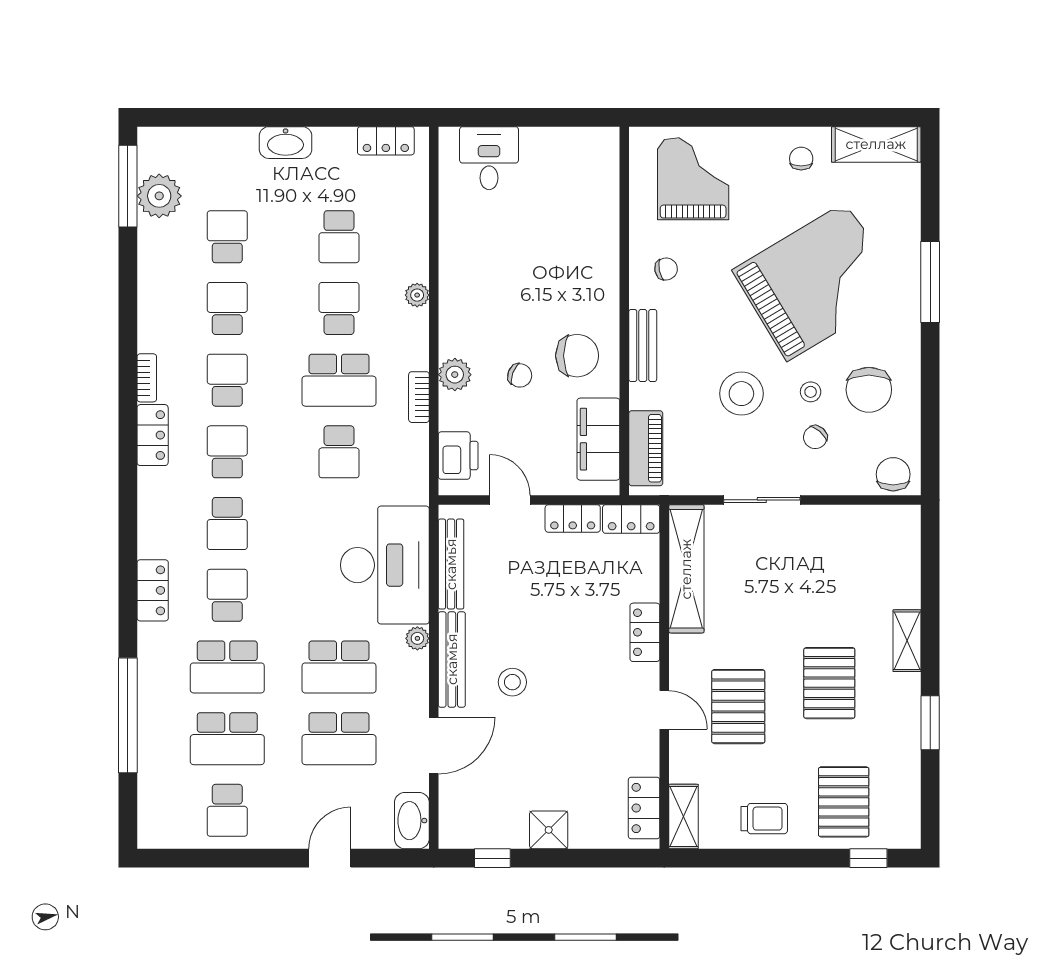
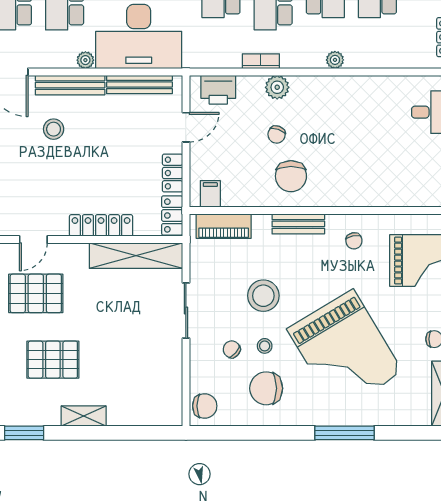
filing cabinet: (598, 439) -> (210, 194), width x0.33, depth x0.86
locker: (645, 632) -> (101, 225), width x1.53

